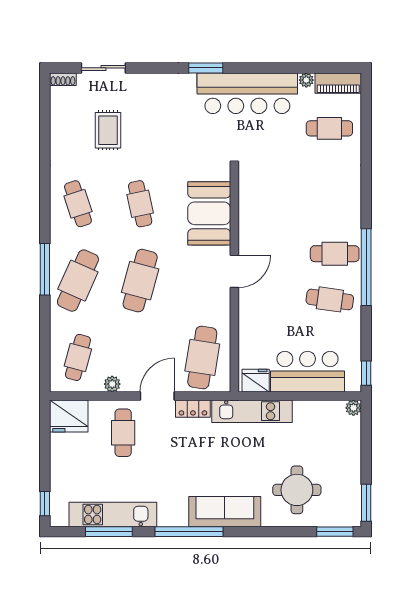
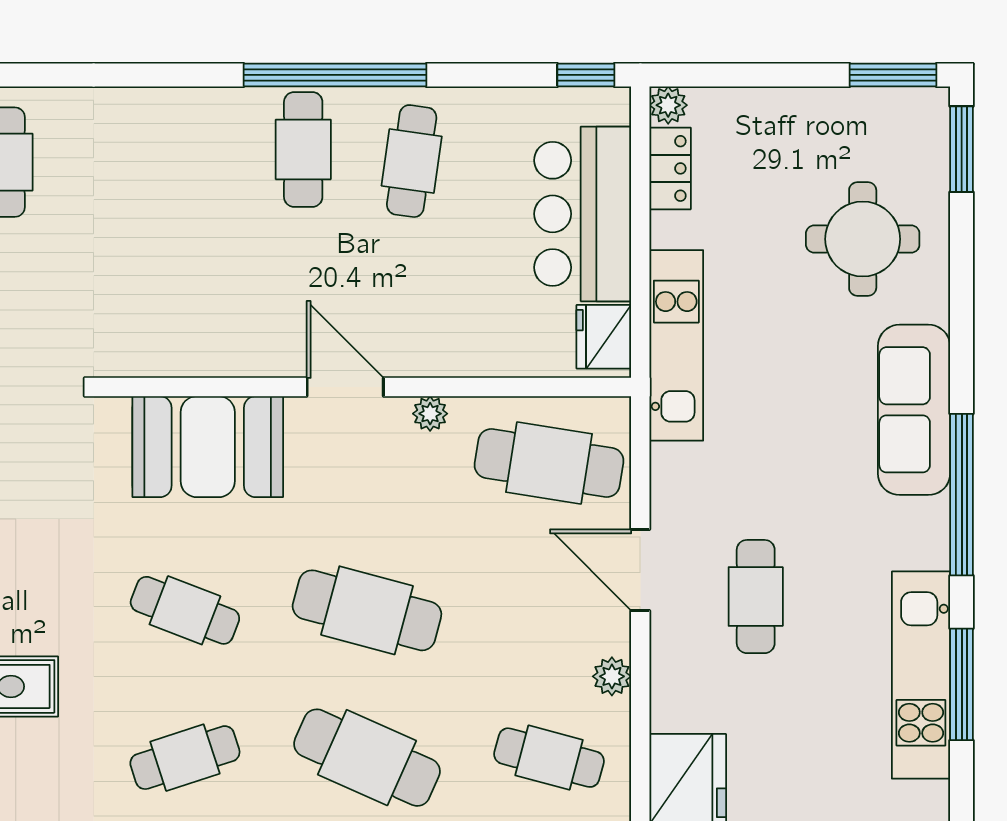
cafe table: (140, 204) -> (185, 610), turned 33
plant: (223, 307) -> (430, 414), added
locker: (193, 409) -> (670, 168), moved
cafe table: (123, 433) -> (756, 597), moved, turned 90

